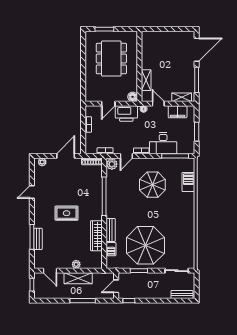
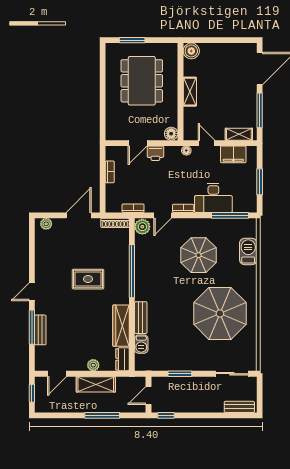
boiler: (147, 37) -> (191, 51), added
shelving: (146, 80) -> (190, 92), moved
printer: (126, 113) -> (155, 153), width x0.53, depth x0.68
door: (32, 192) -> (32, 292), moved
rug: (67, 213) -> (88, 279), moved
parasol: (145, 245) -> (220, 313), moved
dresser: (97, 260) -> (122, 359), added
door: (50, 271) -> (57, 374), hinge flipped

